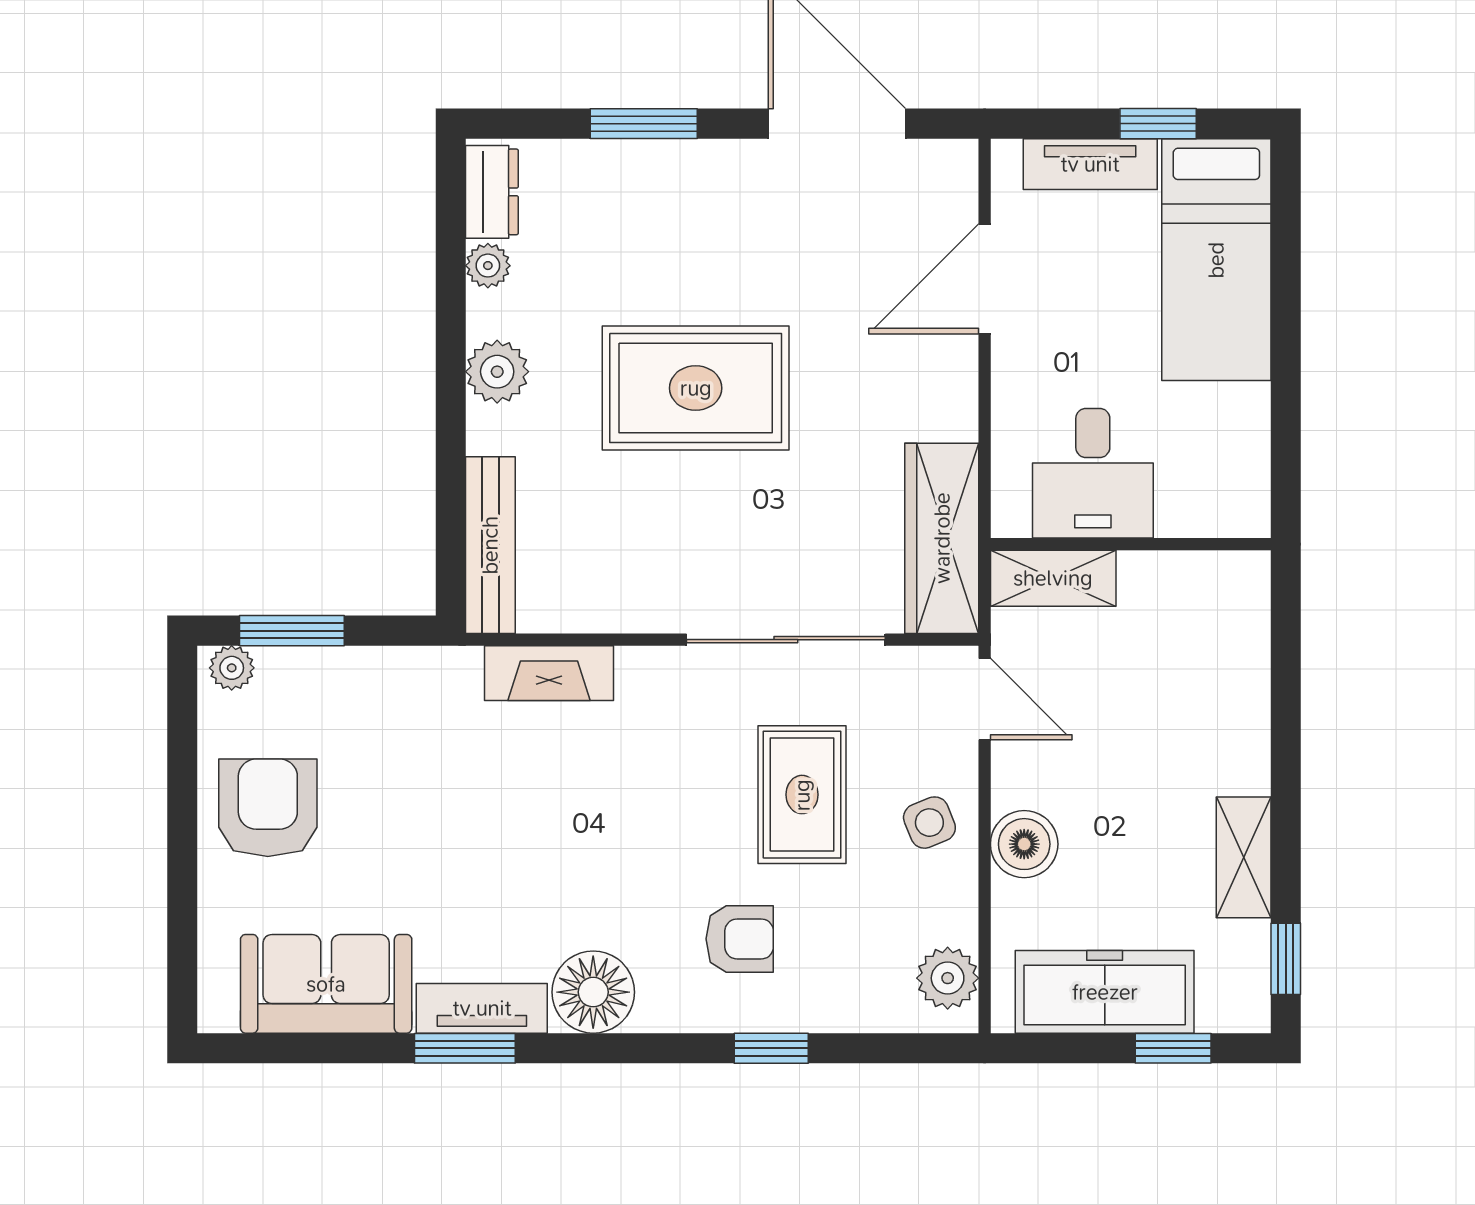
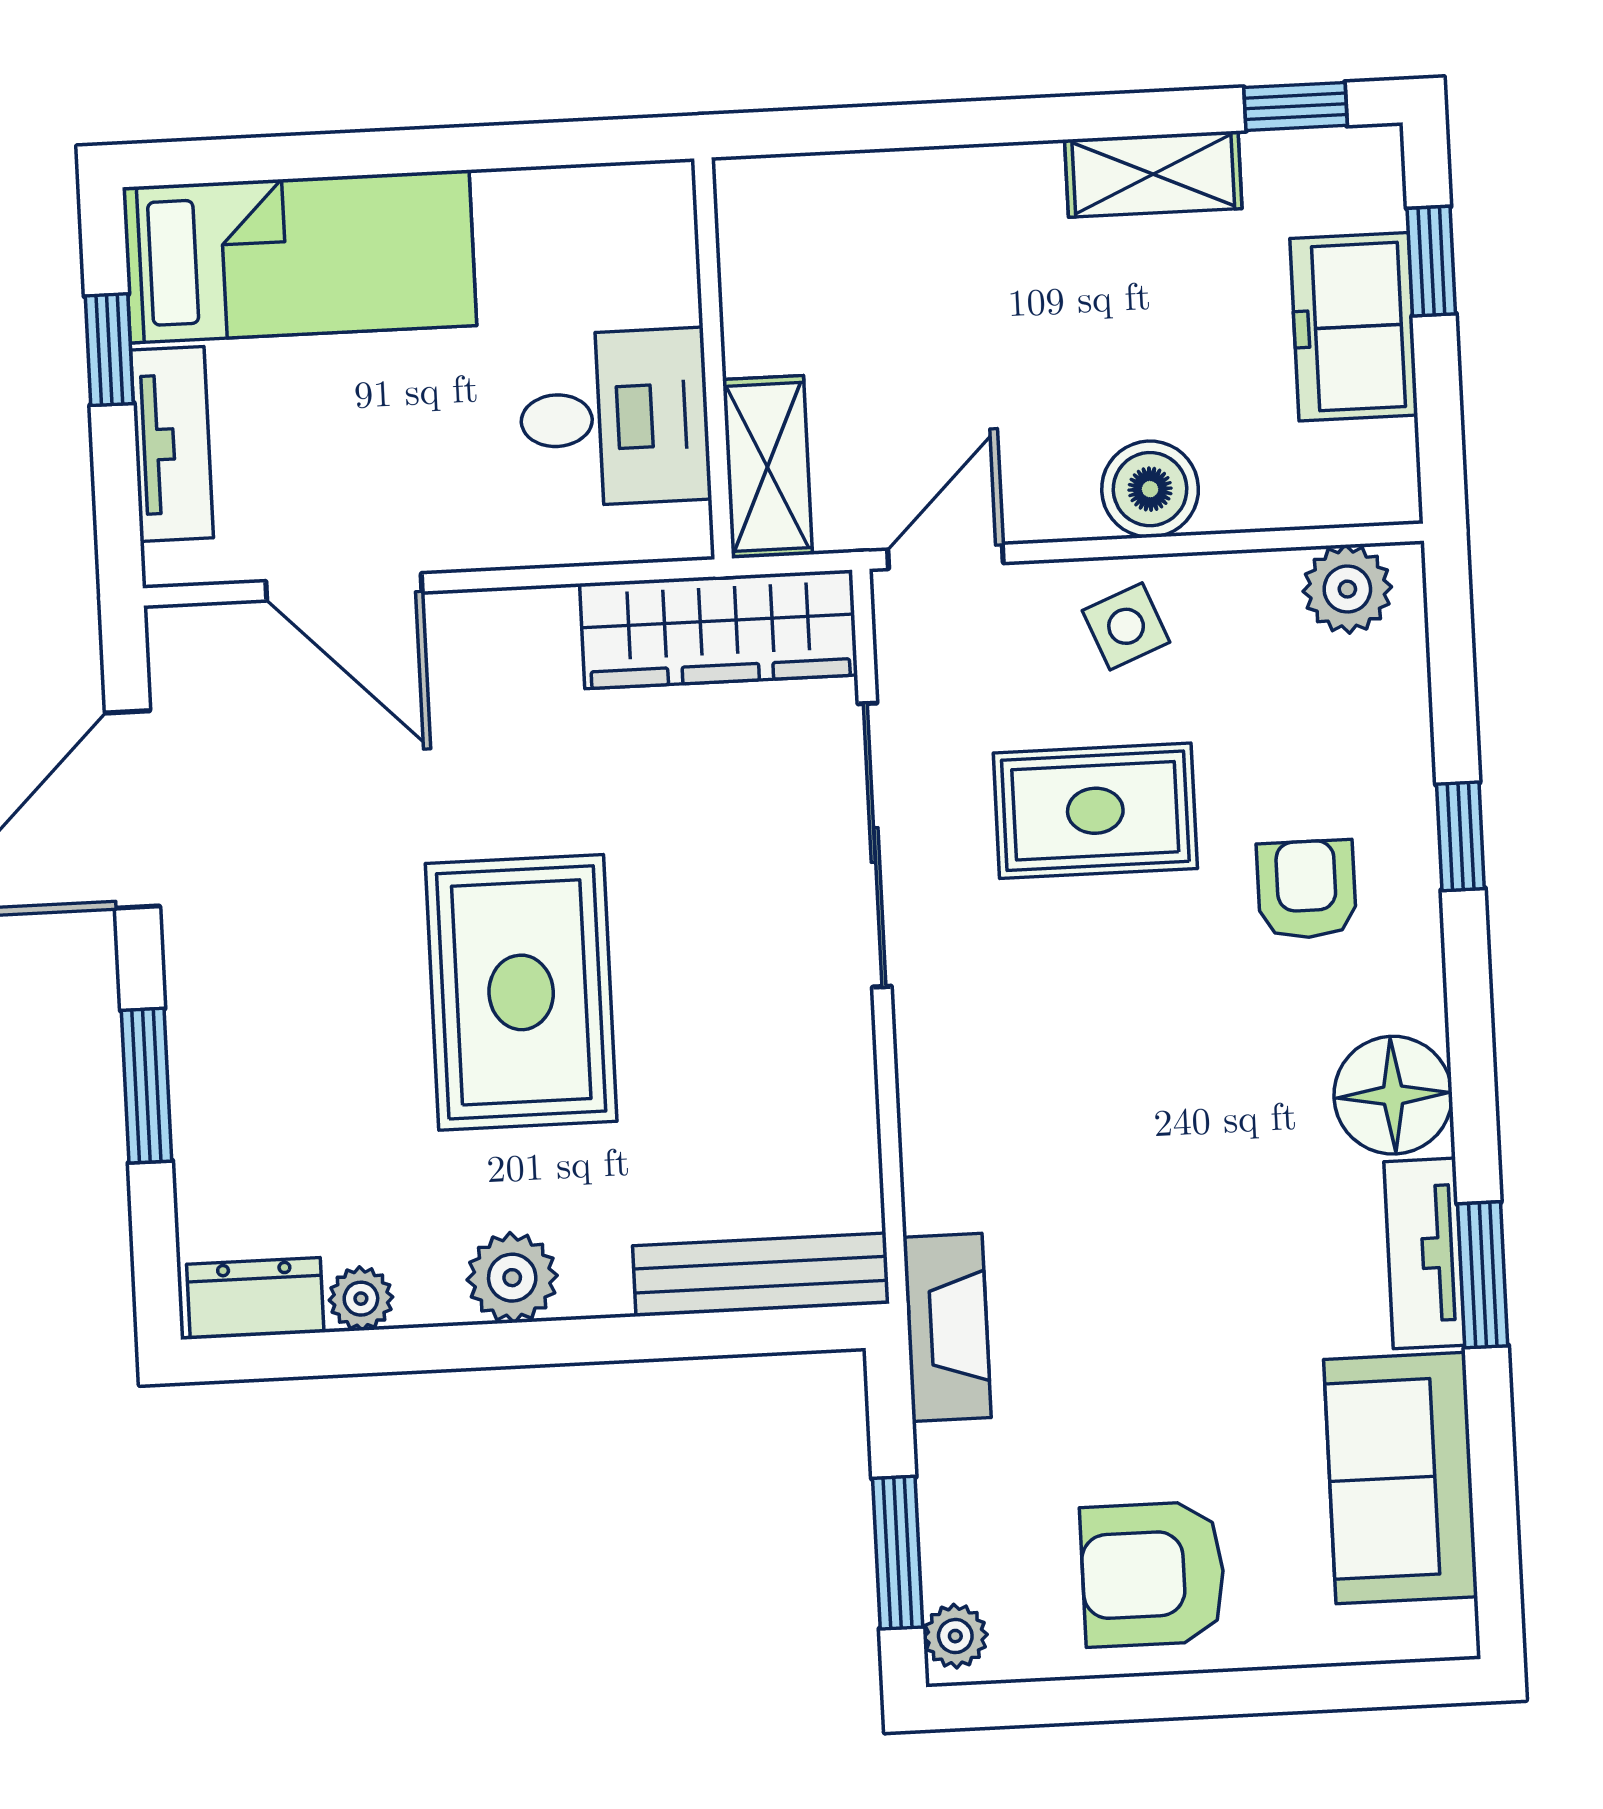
fireplace: (549, 673) -> (947, 1327), moved
freezer: (1105, 992) -> (1354, 327), width x0.71

